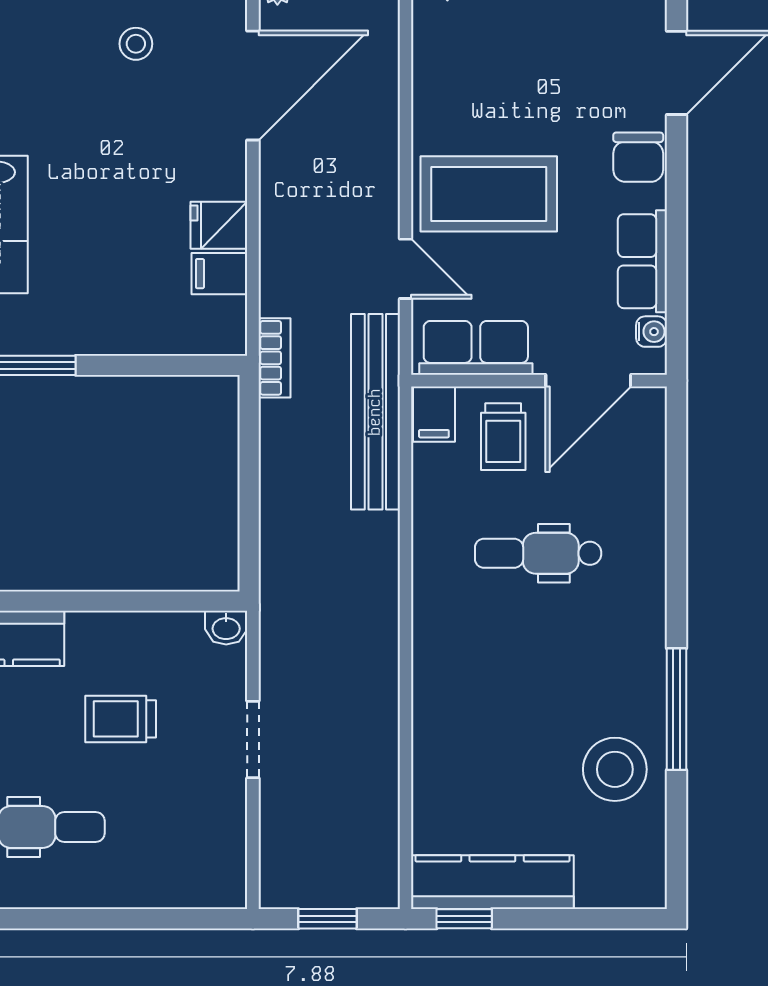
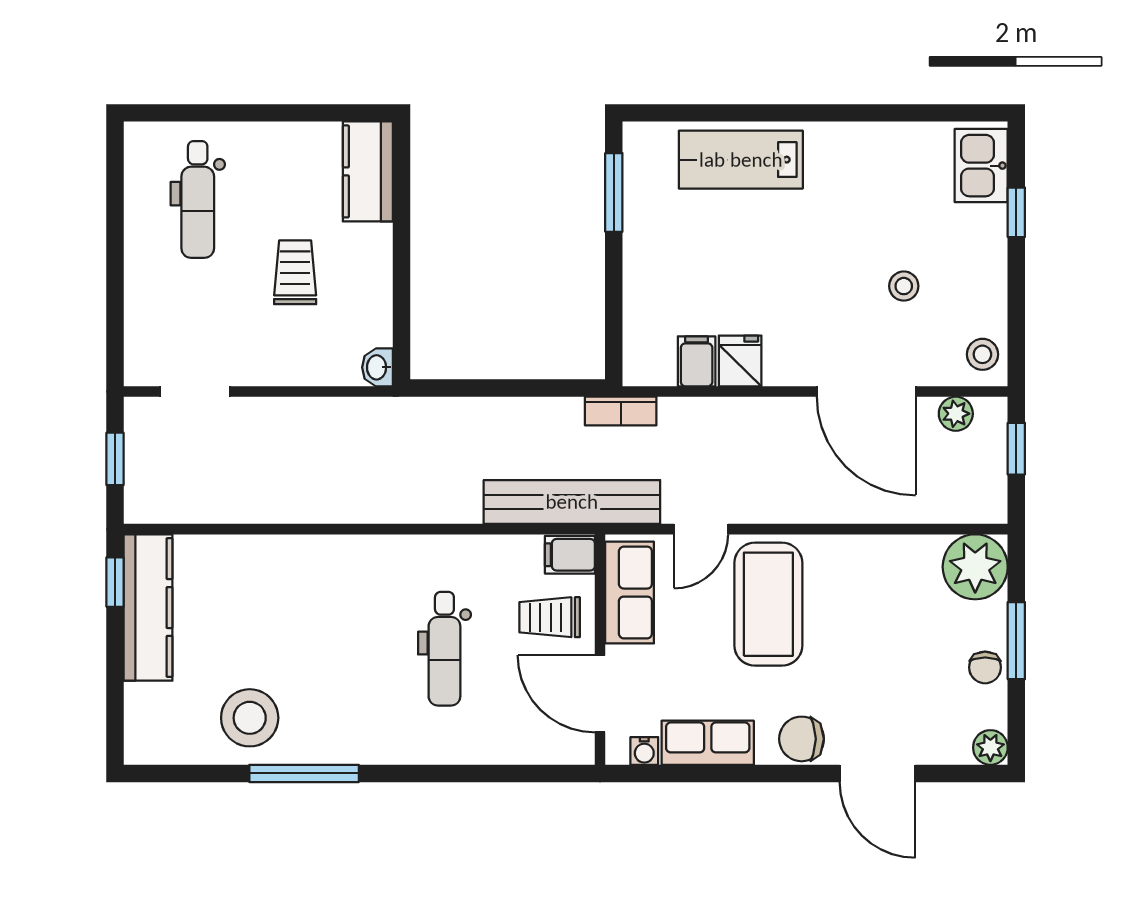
dental chair: (538, 553) -> (444, 649), turned 180
doorway: (253, 740) -> (195, 392), moved

